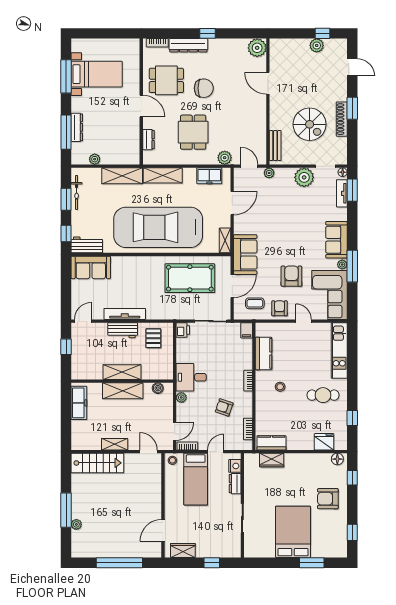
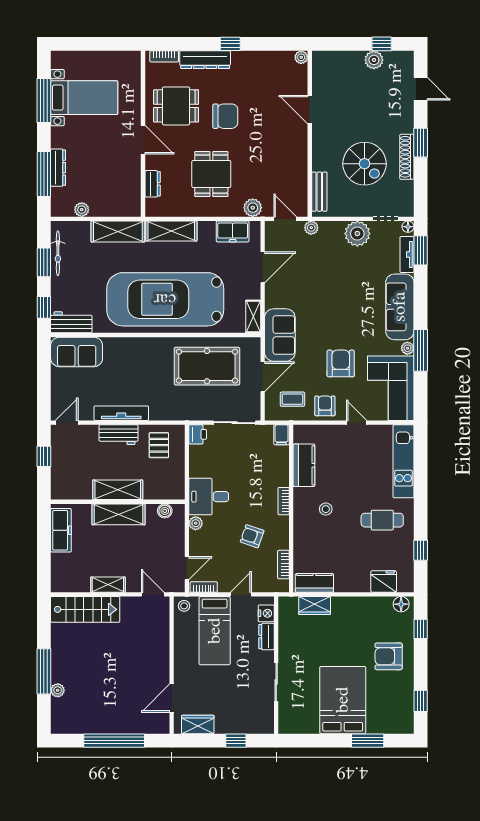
plant: (257, 48) -> (301, 57), width x0.53, depth x0.53
sofa: (336, 240) -> (400, 307), width x1.36

